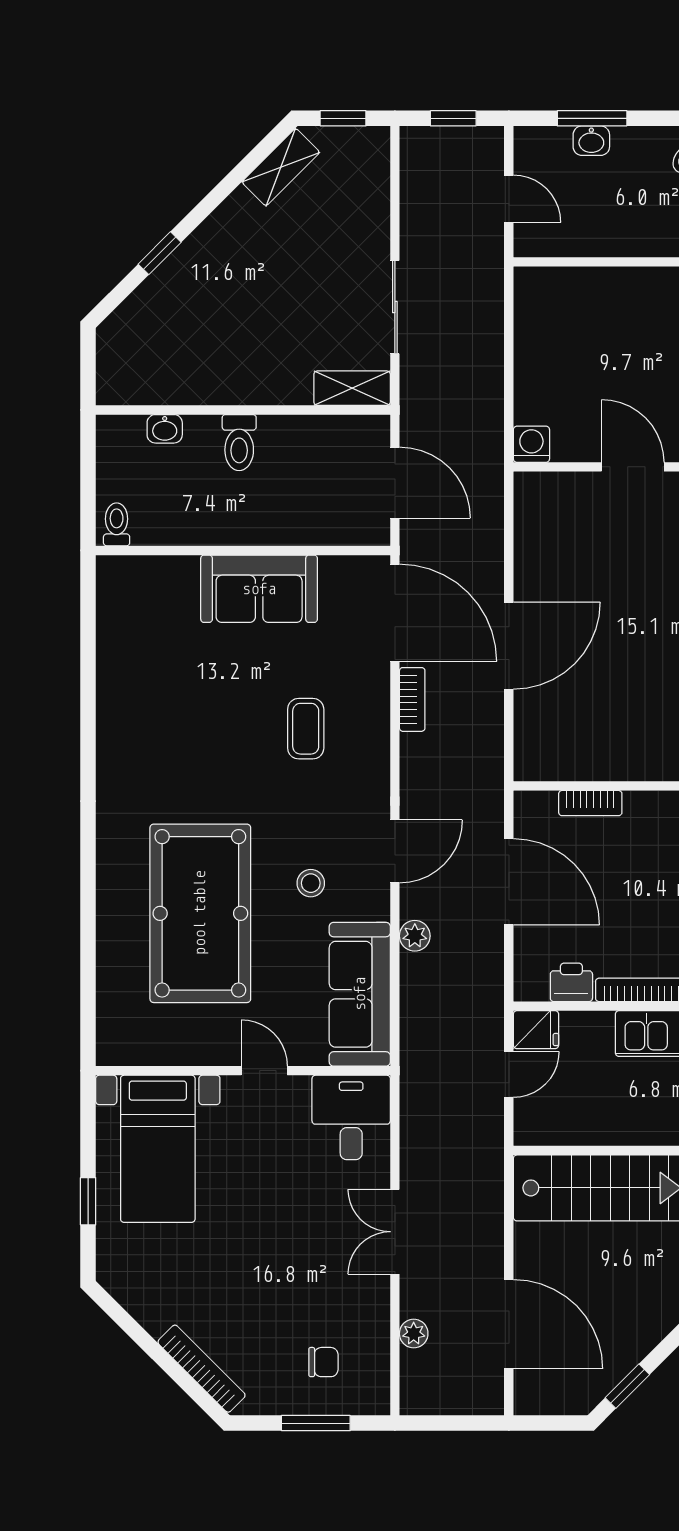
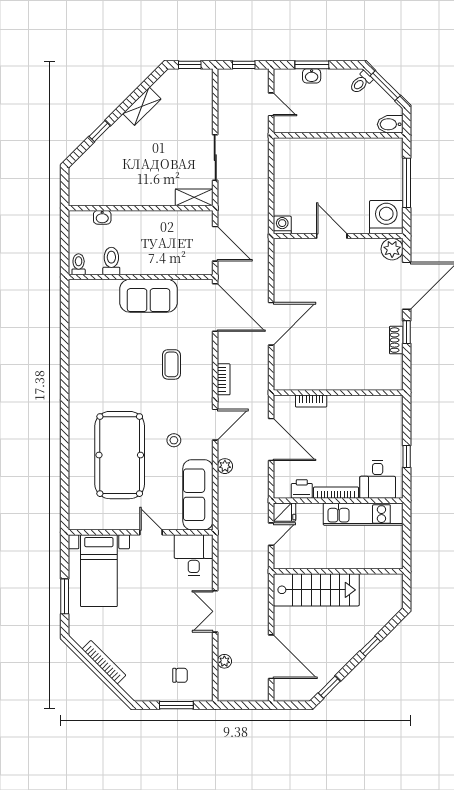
shelving: (281, 167) -> (142, 106), moved
toilet: (239, 443) -> (111, 261), moved, turned 180
bookcase: (412, 699) -> (224, 379), moved
window: (88, 1201) -> (65, 596), width x1.50
bookcase: (202, 1369) -> (104, 662), moved

